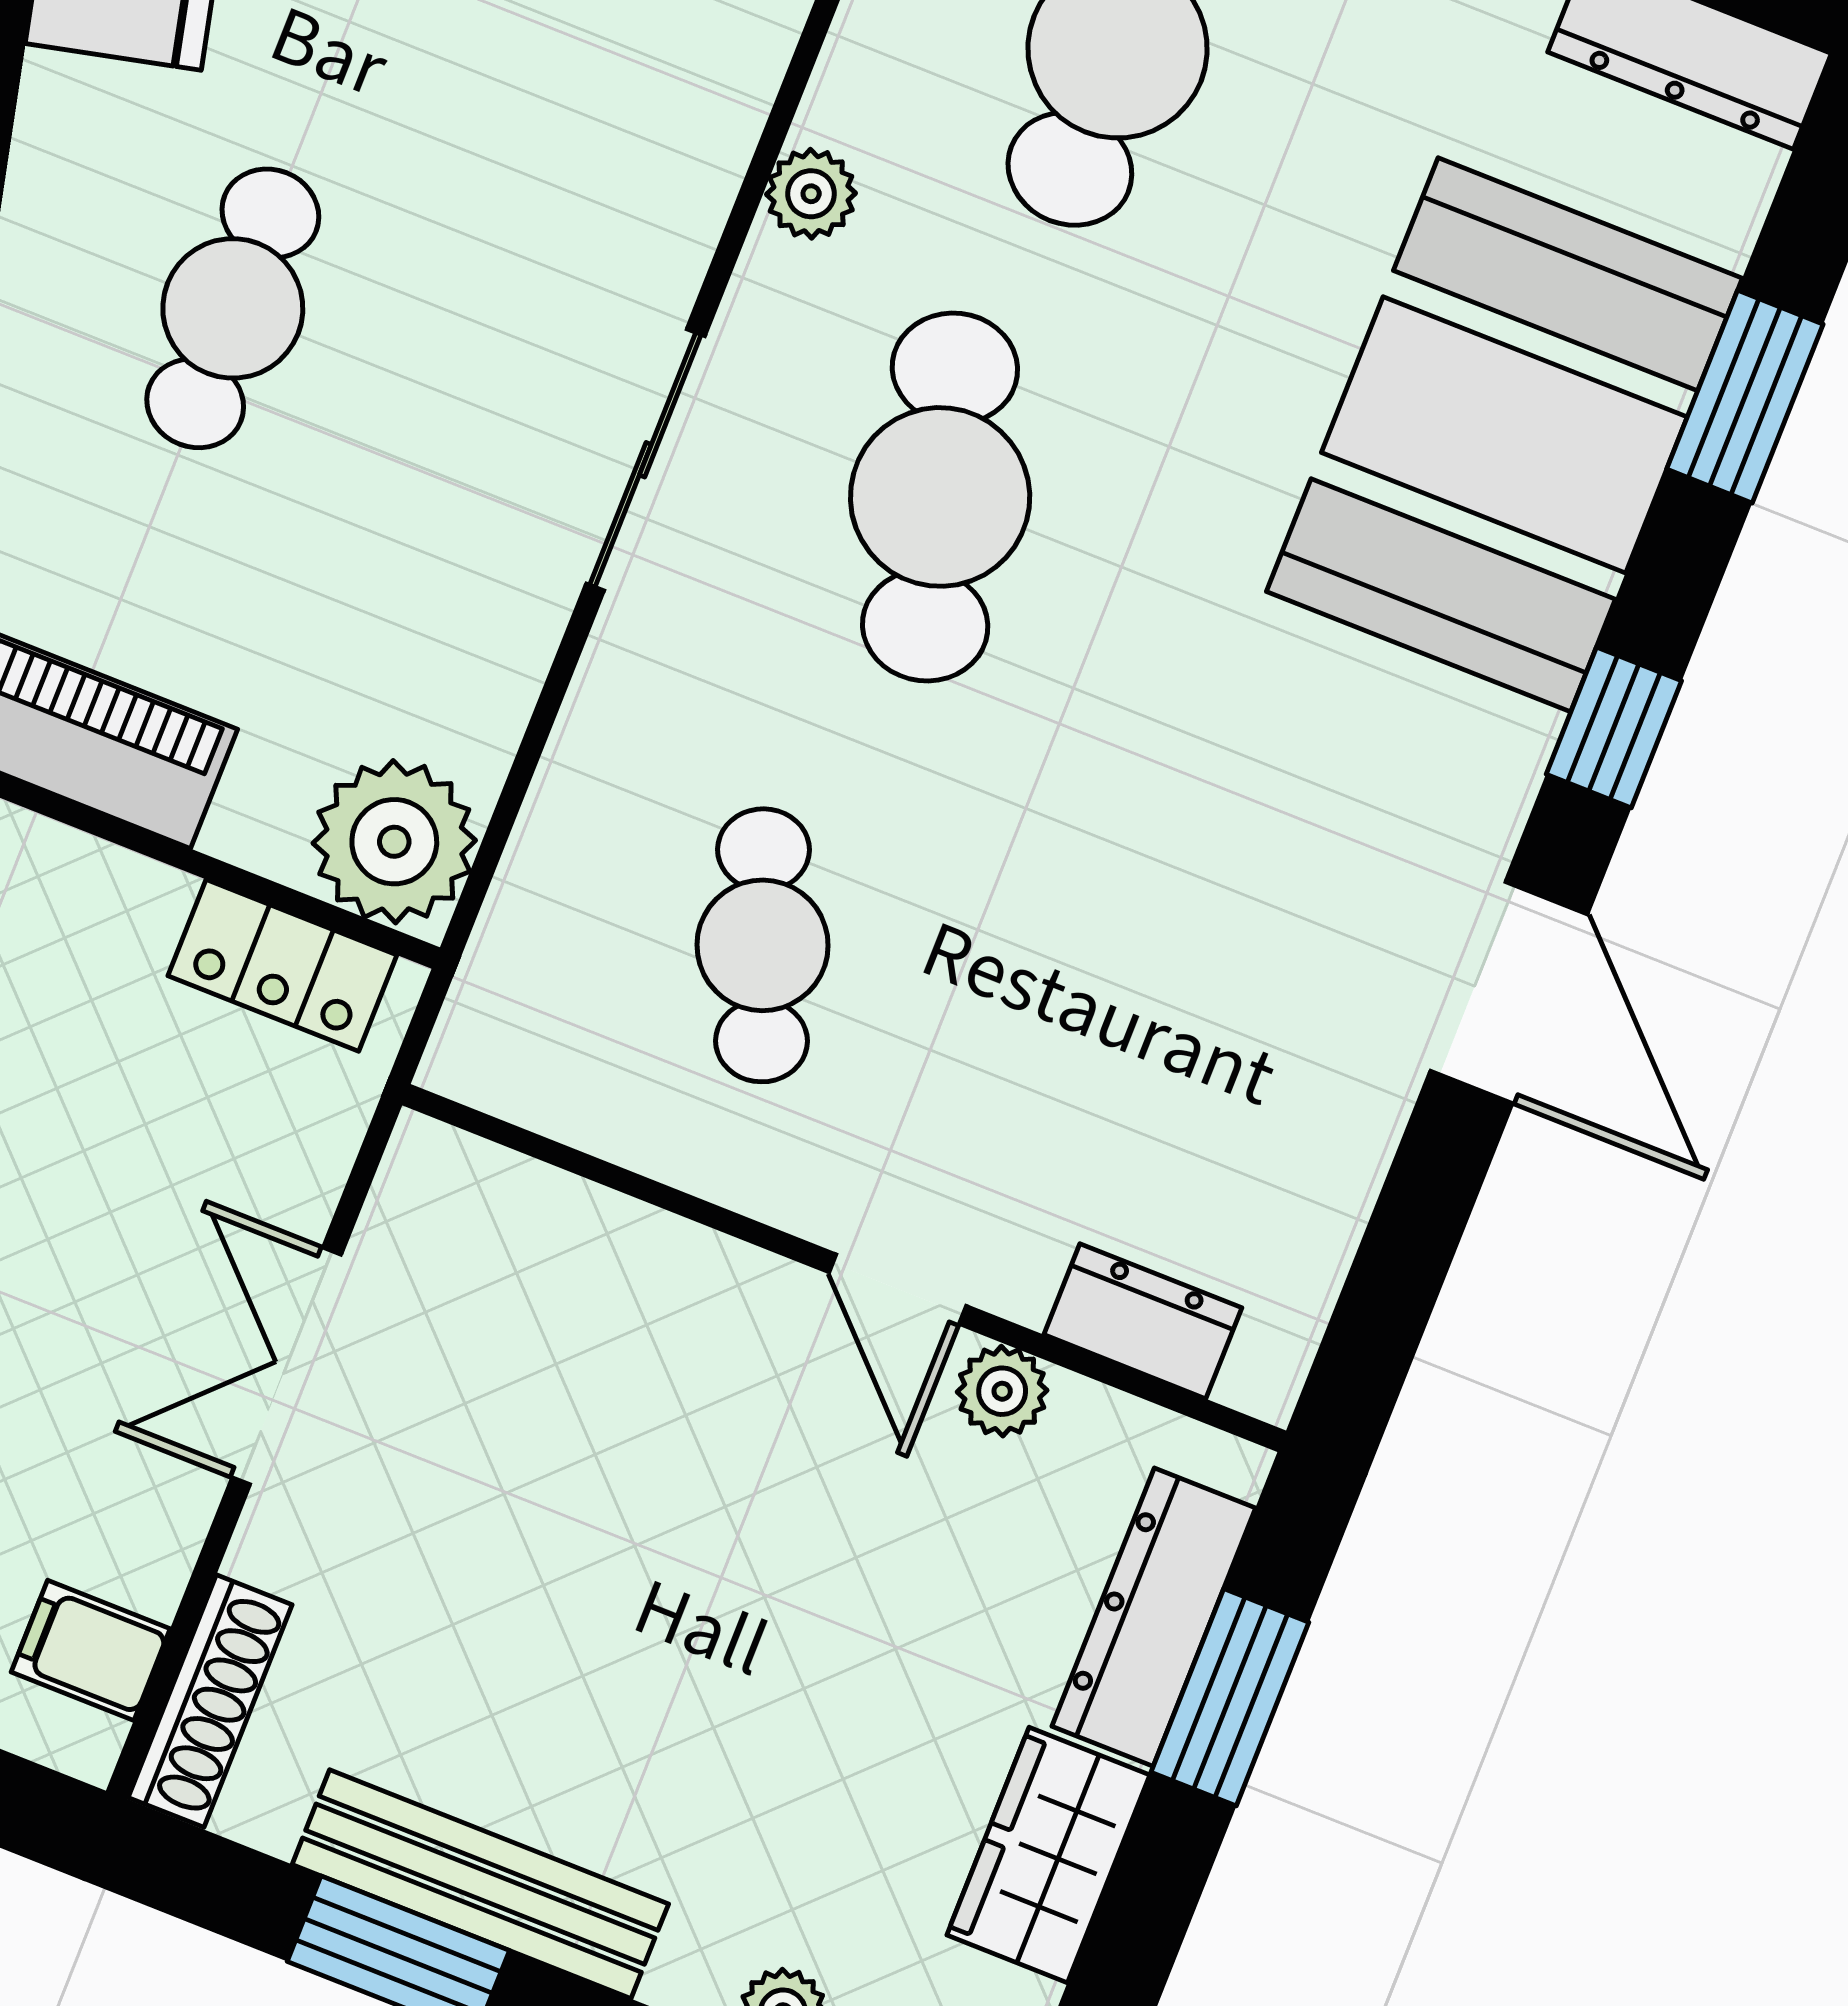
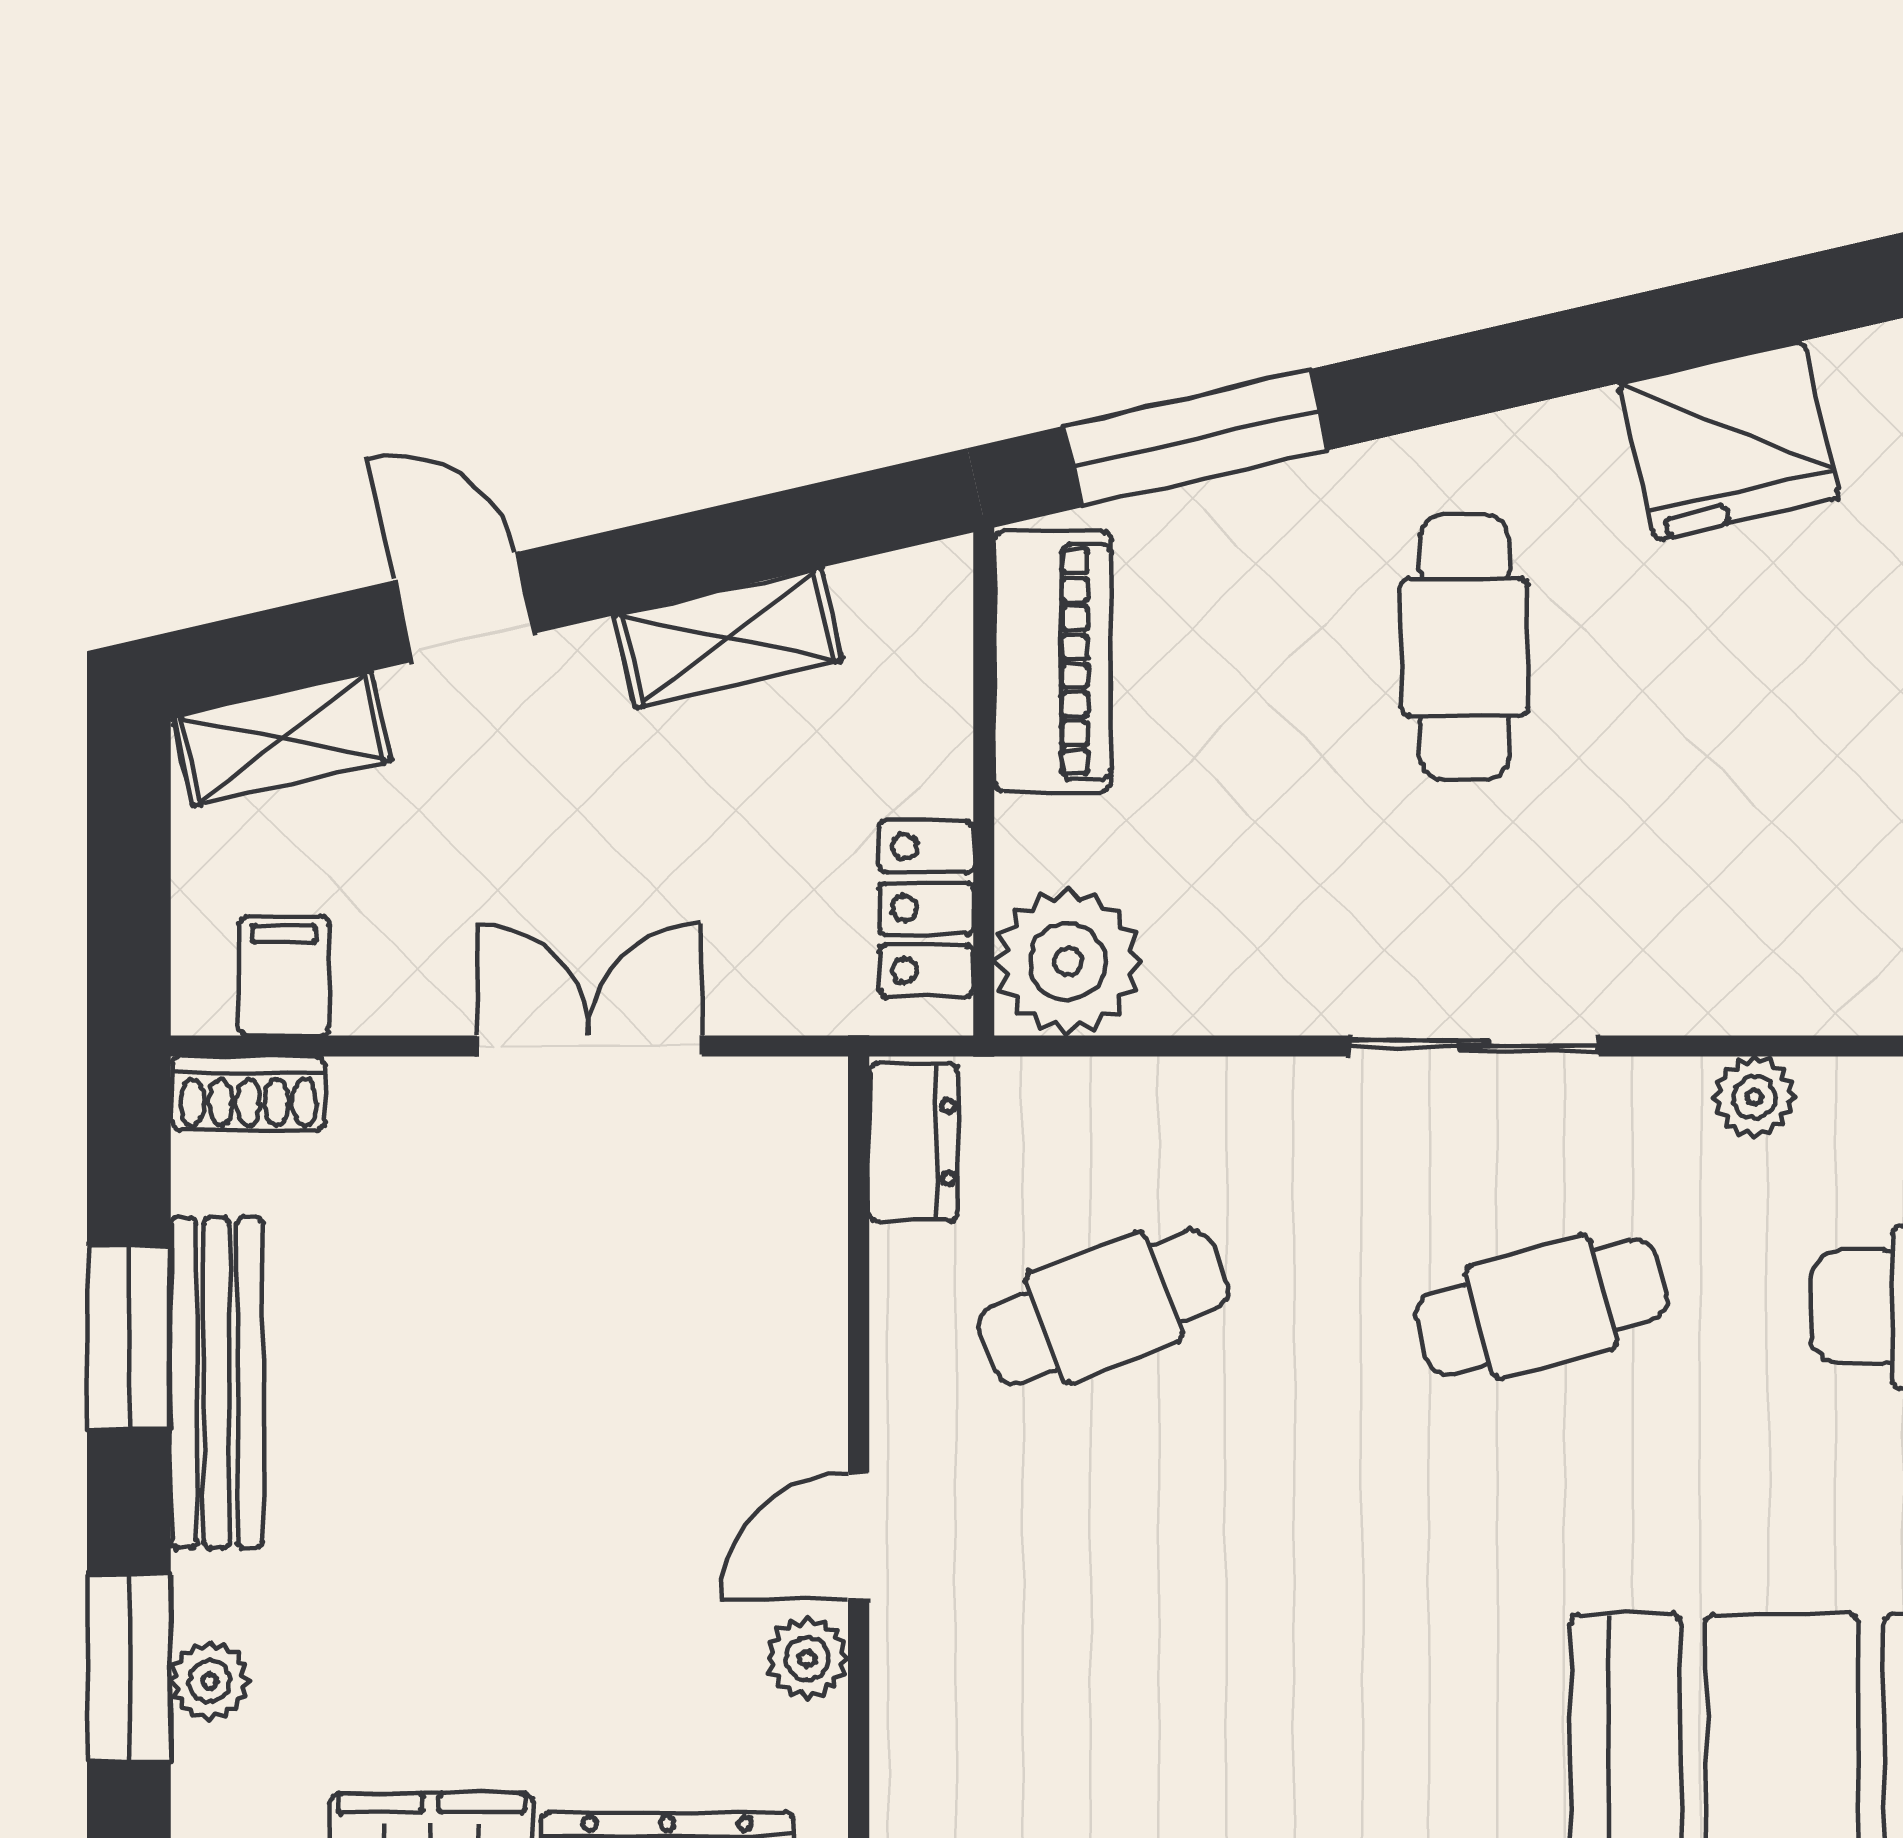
cafe table: (233, 308) -> (1464, 647), turned 90
cafe table: (940, 497) -> (1541, 1307), width x0.73, depth x0.74
dresser: (1143, 1321) -> (913, 1142), moved
shoe rack: (210, 1701) -> (248, 1093), width x0.70

